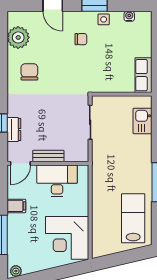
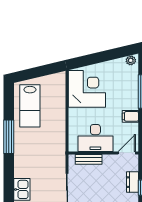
bench: (48, 156) -> (89, 159), moved

